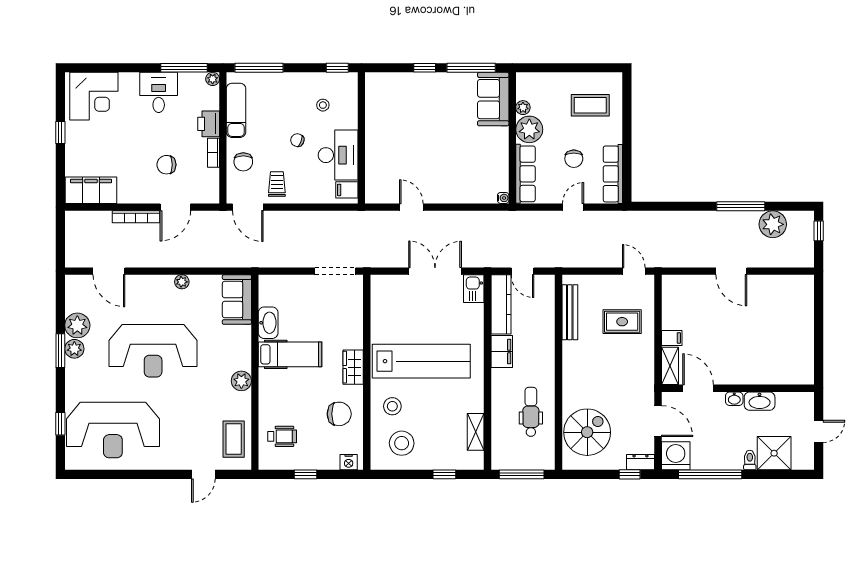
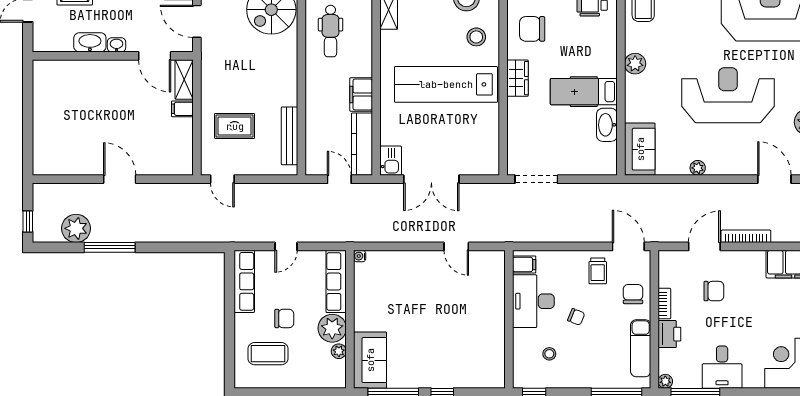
chair: (574, 159) -> (284, 318), moved, turned 90

